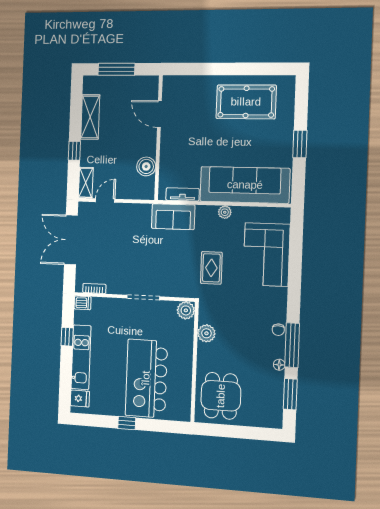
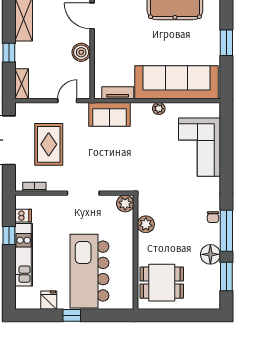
boiler: (146, 166) -> (81, 52), moved
door: (105, 200) -> (67, 101), moved
rug: (211, 268) -> (49, 144), moved, width x1.36, depth x1.43
dishwasher: (83, 303) -> (23, 216), moved
floor lamp: (279, 365) -> (210, 254), width x1.89, depth x1.89
dining table: (221, 396) -> (162, 283), turned 90
fridge: (80, 399) -> (49, 300), moved, turned -90

